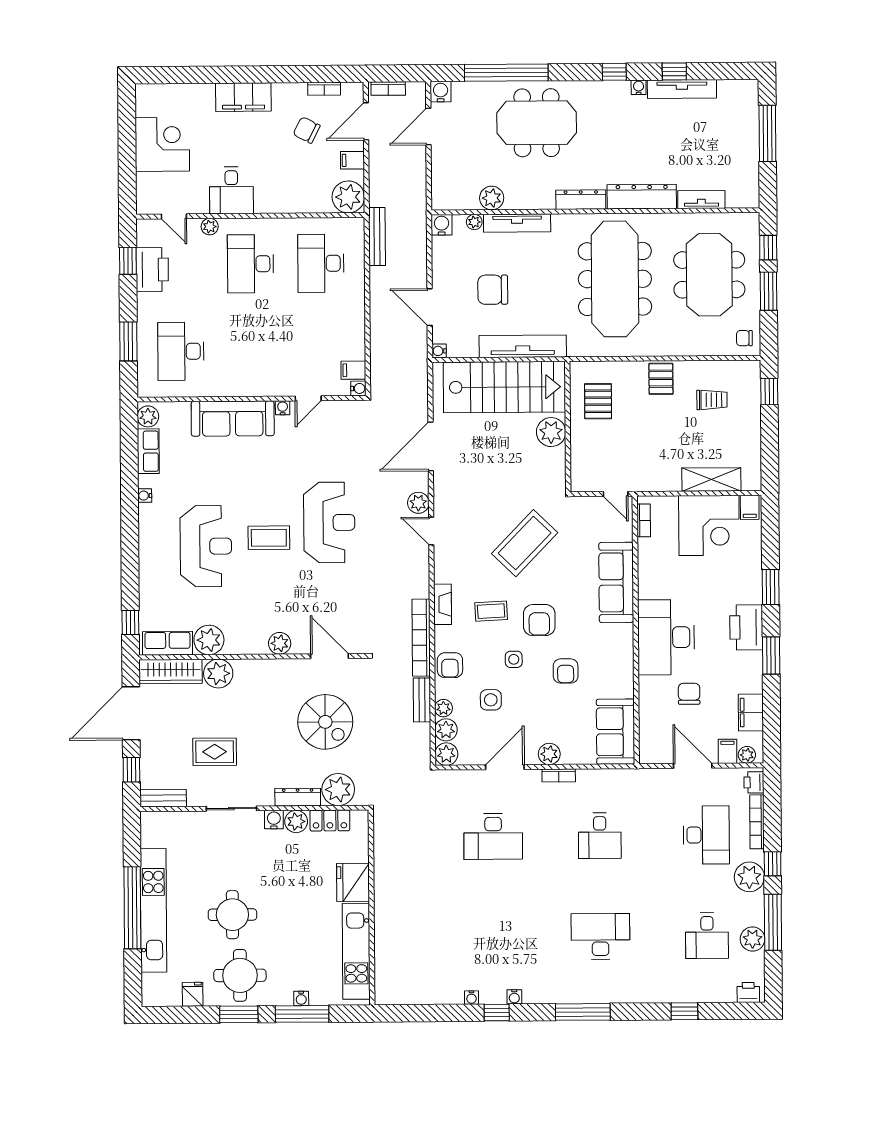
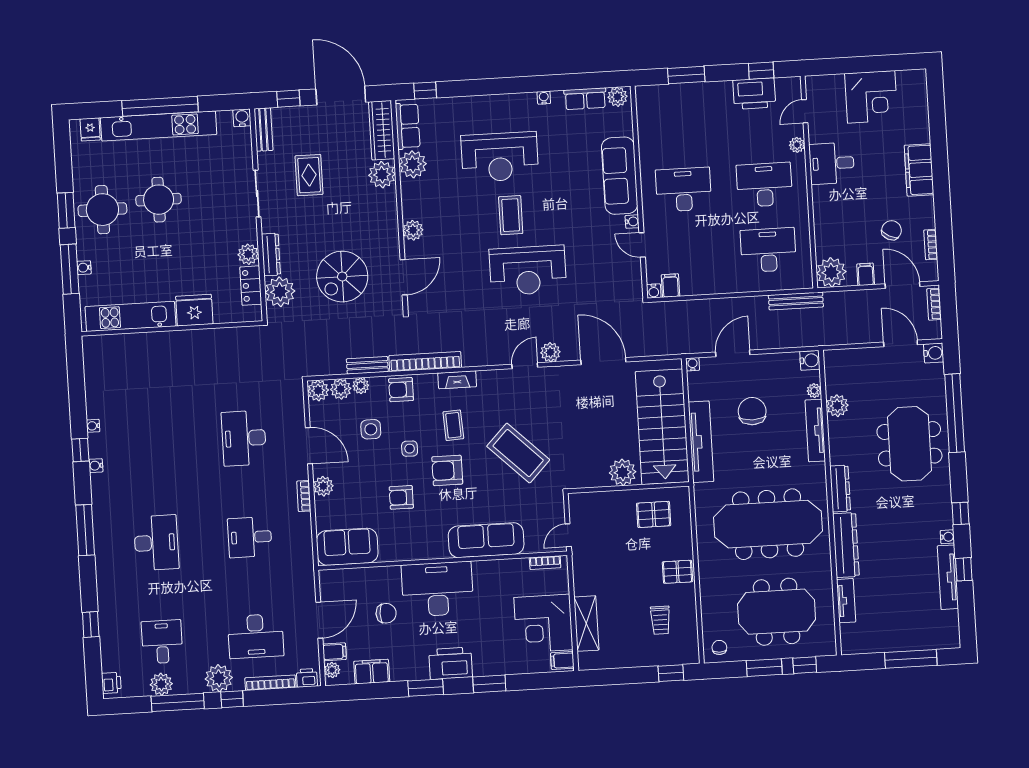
desk: (181, 351) -> (684, 190), moved
water cooler: (274, 820) -> (242, 118), moved, turned -90
desk: (707, 936) -> (162, 642), turned 90
fridge: (193, 994) -> (90, 129), moved, turned 90

